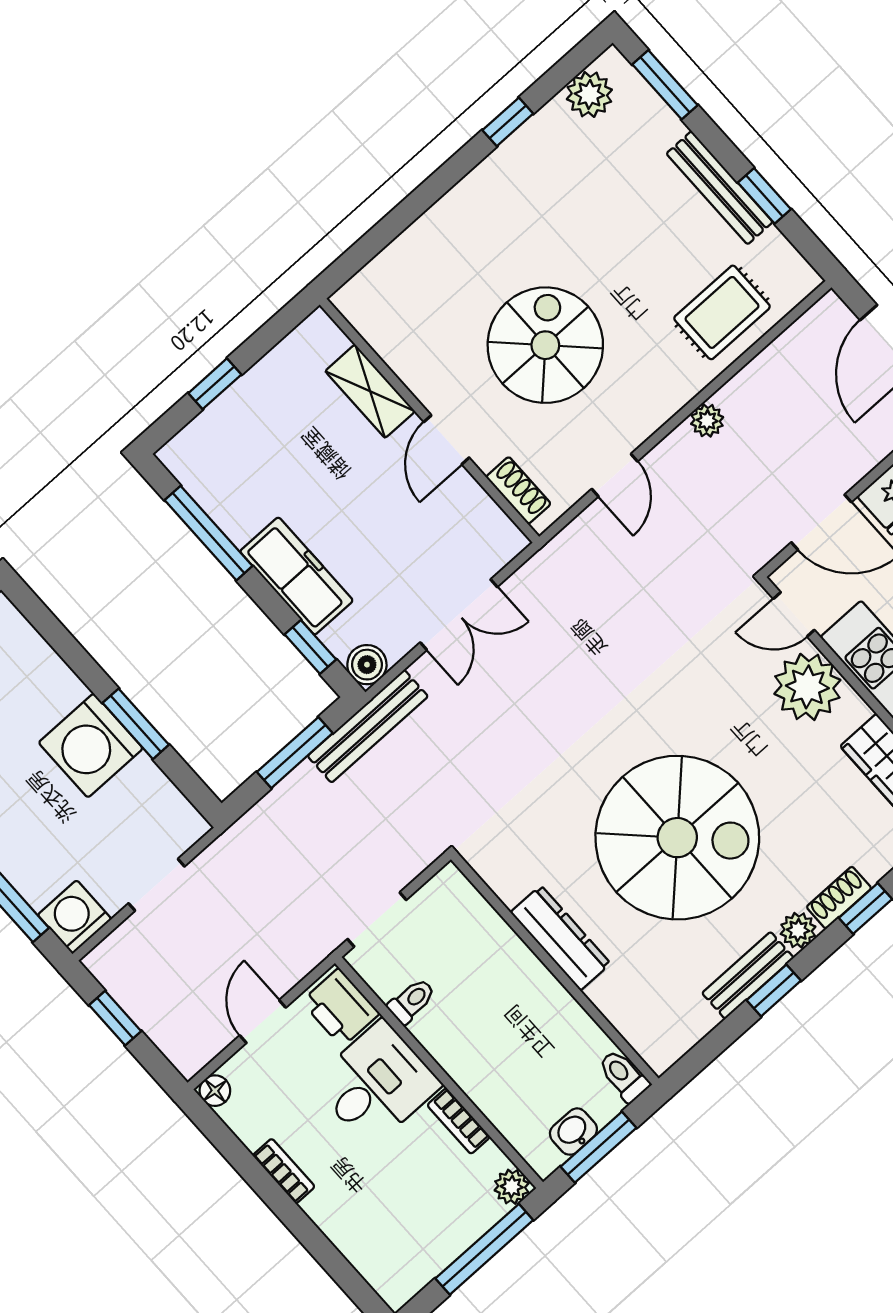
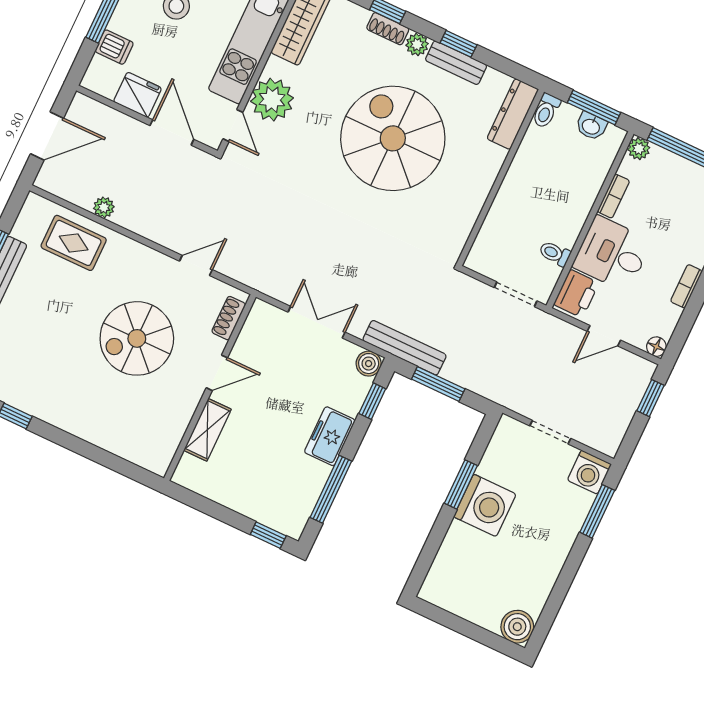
window: (215, 384) -> (268, 535), moved
plant: (707, 421) -> (104, 207), moved
freezer: (296, 576) -> (330, 436), width x0.71
dresser: (561, 938) -> (513, 114), moved
window: (115, 1018) -> (651, 398), moved

